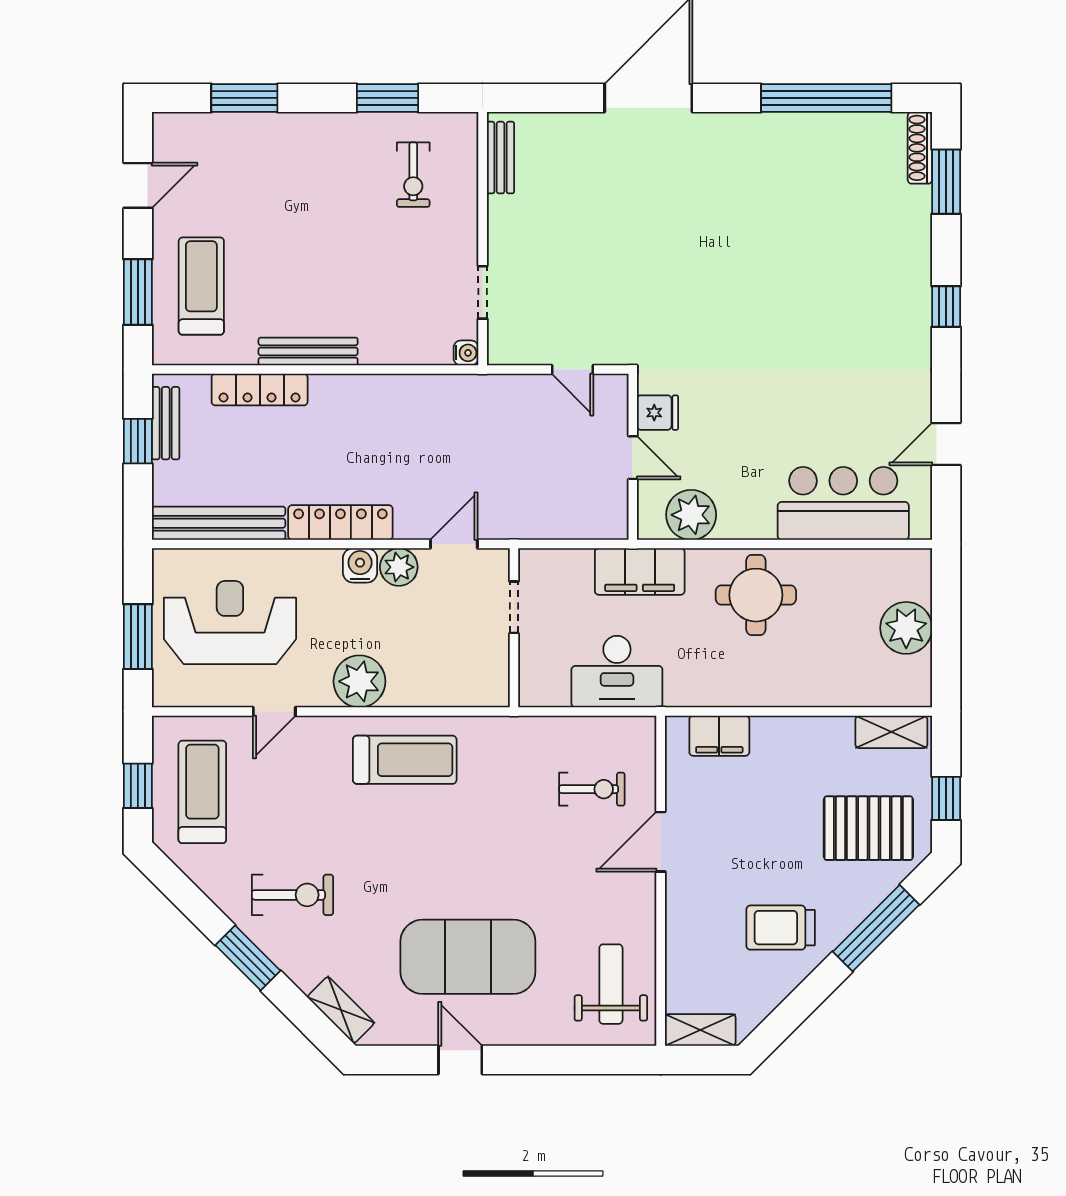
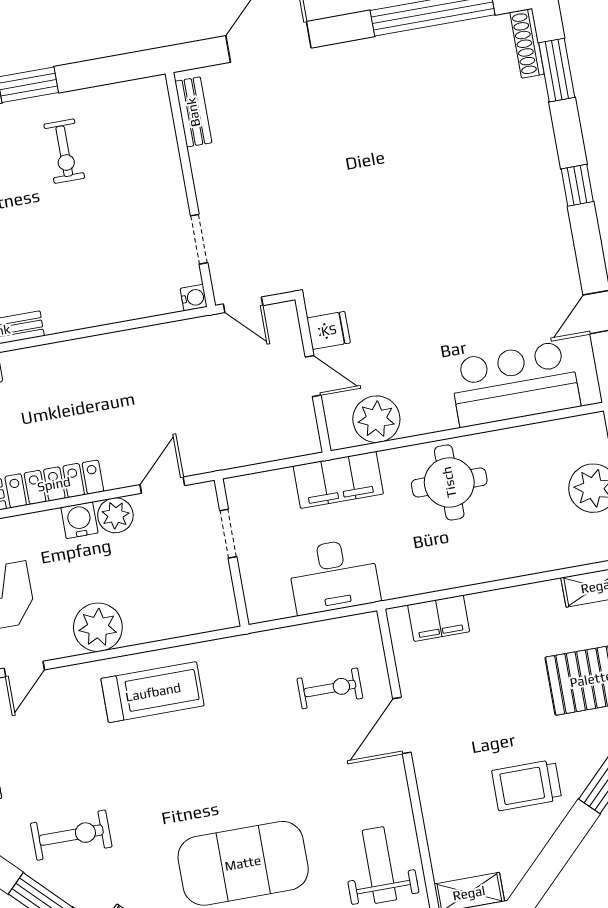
bench: (501, 158) -> (193, 112), moved
wall: (483, 239) -> (190, 190), moved
doorway: (483, 292) -> (199, 239), moved
water cooler: (466, 353) -> (194, 298), moved

